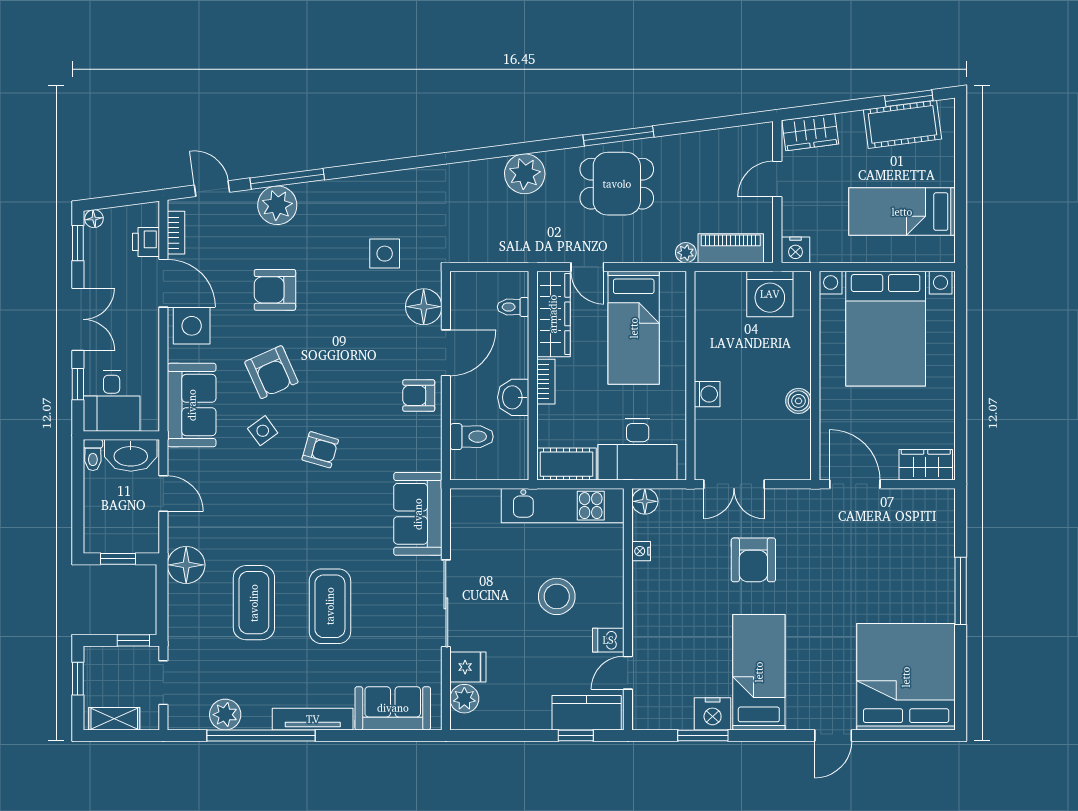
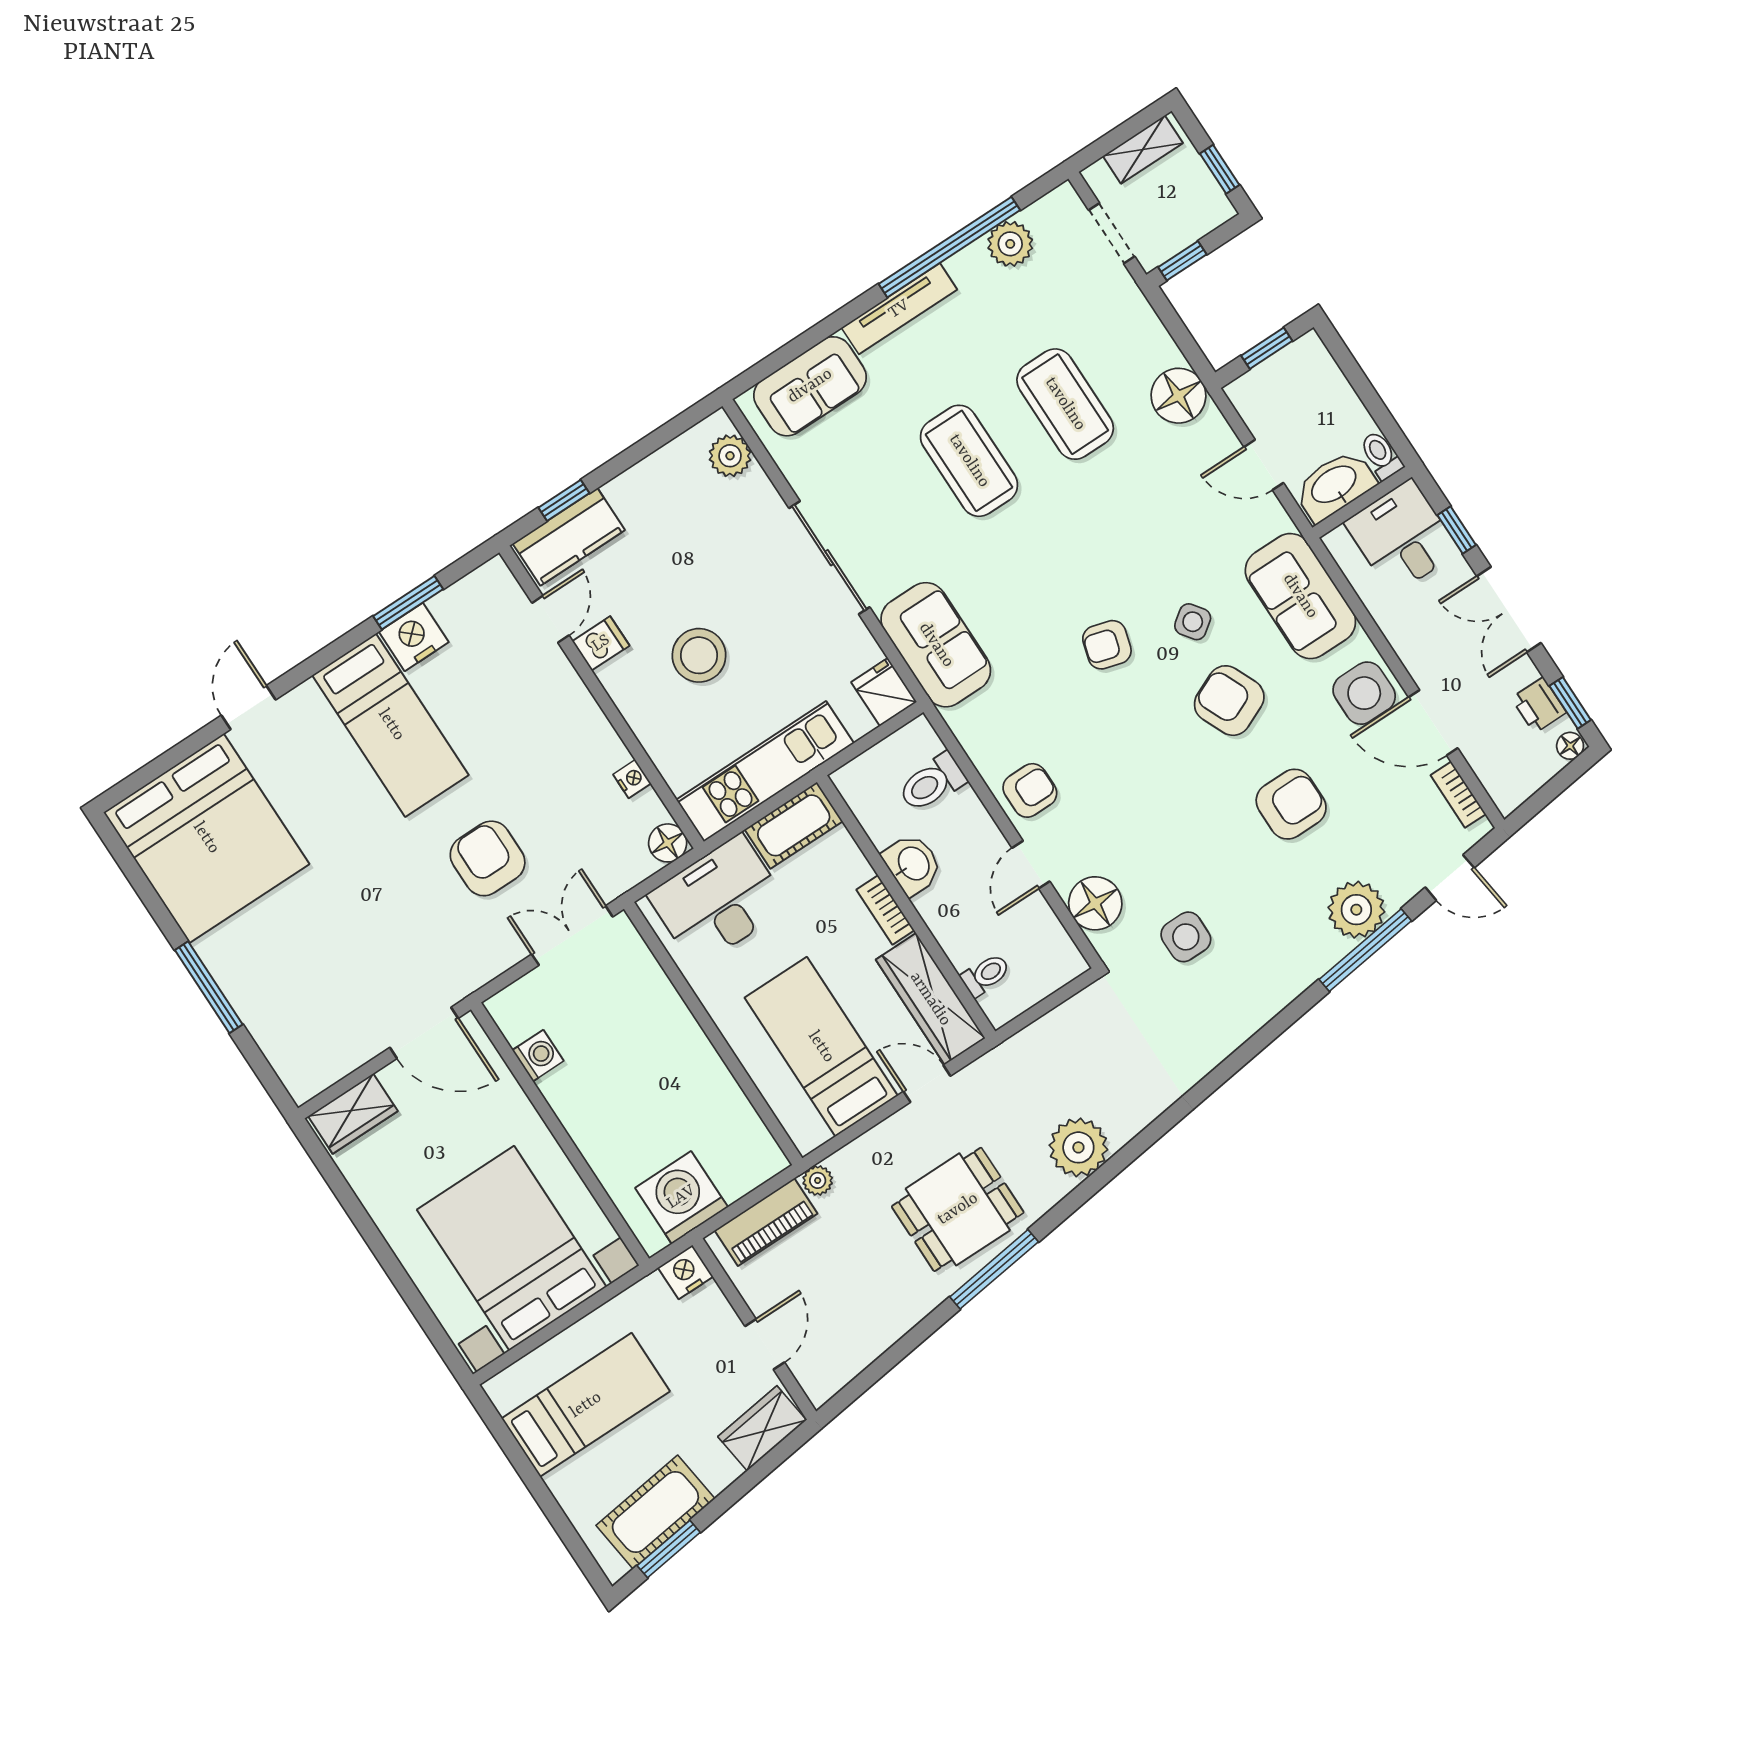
printer: (146, 242) -> (1539, 705), moved, turned 180
door: (446, 353) -> (1031, 865), width x0.73
washing machine: (707, 394) -> (538, 1056), moved, turned 180
boiler: (799, 401) -> (560, 1090), removed
fridge: (468, 667) -> (884, 692), moved, turned 90

